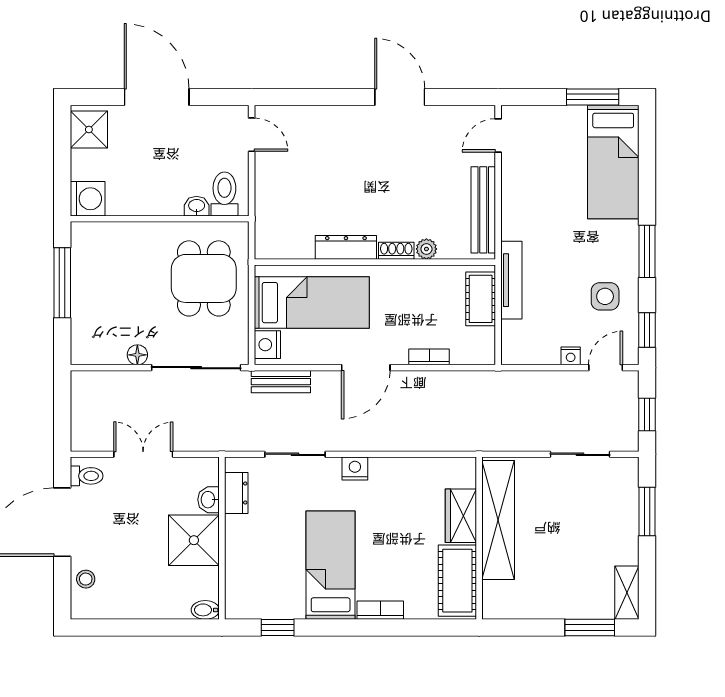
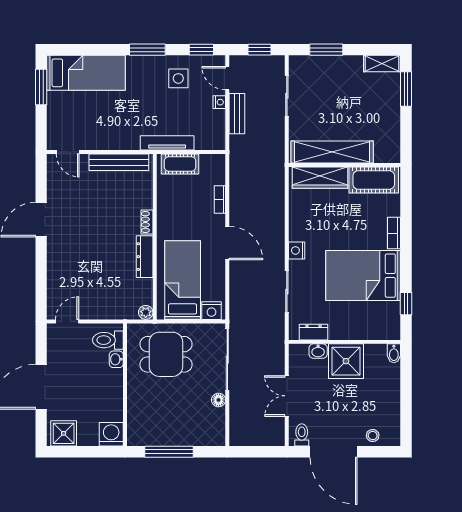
plant: (426, 249) -> (146, 312), moved
bench: (281, 382) -> (237, 114), moved
wardrobe: (461, 516) -> (320, 178), width x1.50
bed: (331, 565) -> (363, 276), width x1.50

